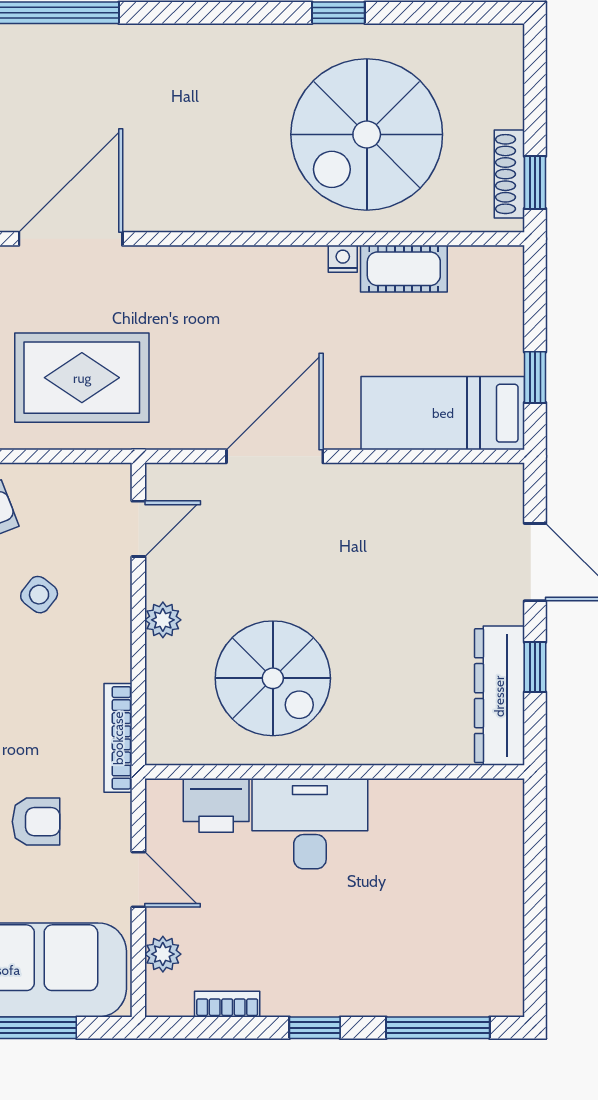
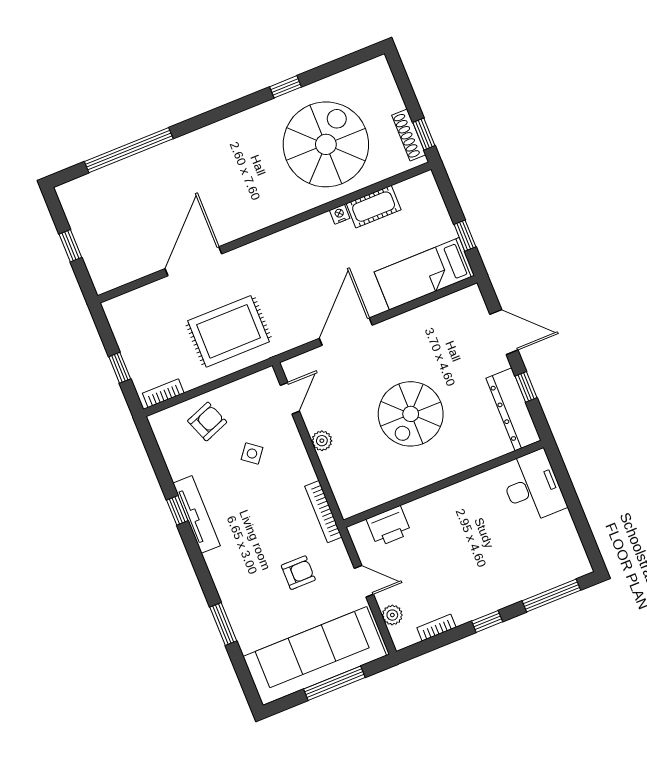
spiral stairs: (367, 134) -> (326, 144), turned 180
spiral stairs: (273, 678) -> (411, 414), moved, turned 90
desk: (310, 824) -> (532, 487), moved, turned 90

